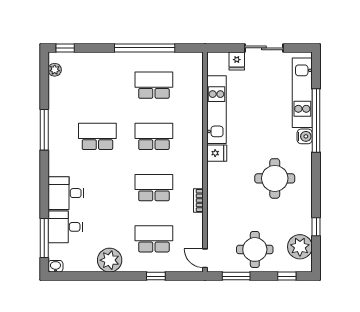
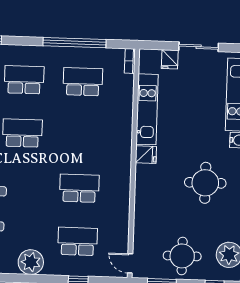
school desk: (154, 136) -> (24, 80), moved
bookcase: (198, 200) -> (130, 61), moved

